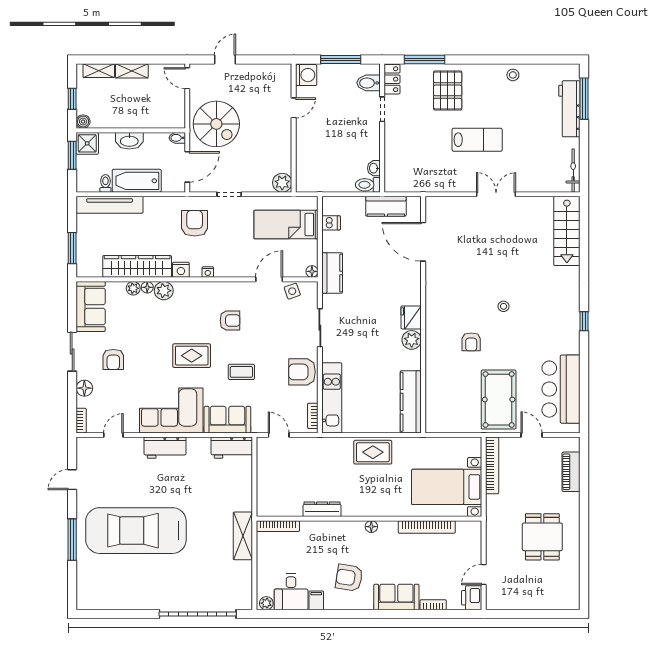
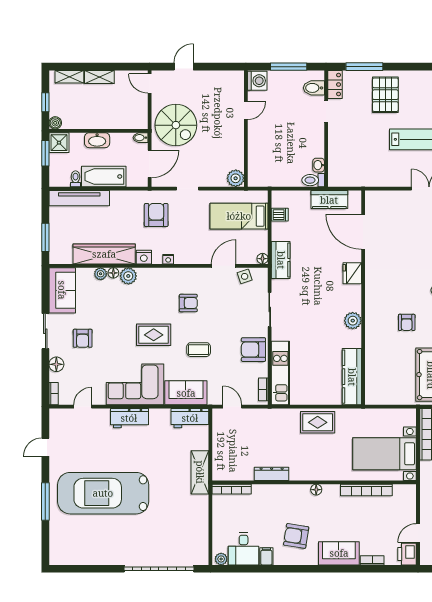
fridge: (411, 317) -> (352, 273), moved
shelving: (243, 536) -> (200, 472), moved

